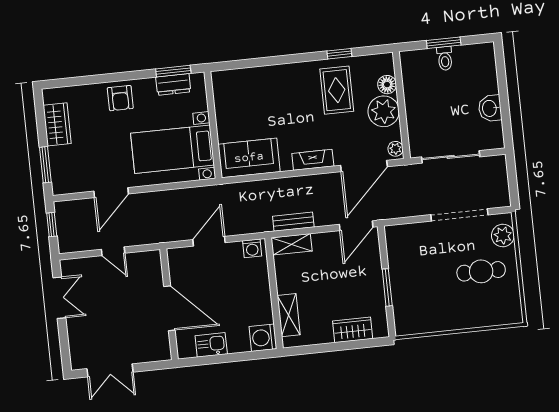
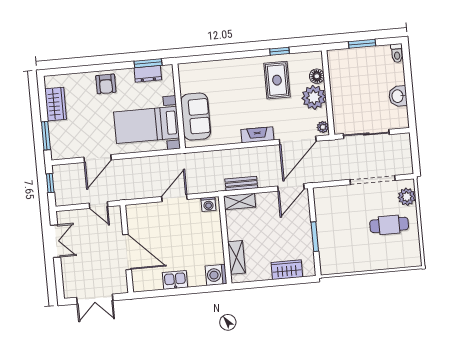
toilet: (445, 58) -> (397, 53), moved
sofa: (249, 158) -> (196, 117), moved, turned 90
wall: (169, 304) -> (127, 249), moved
door: (169, 308) -> (127, 252), moved

